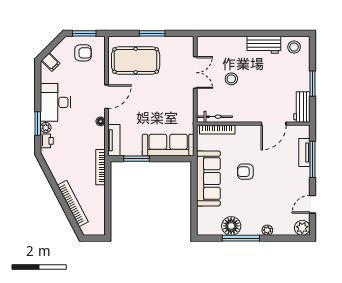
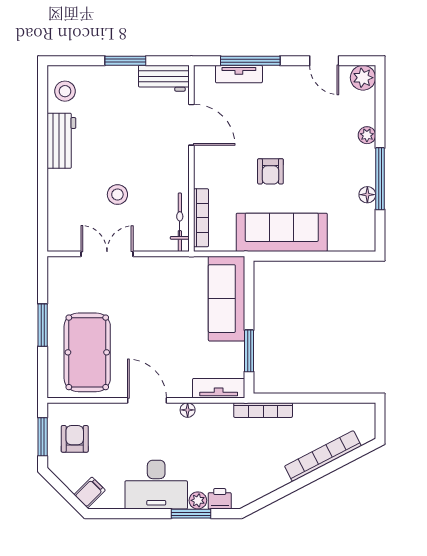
floor lamp: (231, 226) -> (367, 195), width x0.53, depth x0.53

